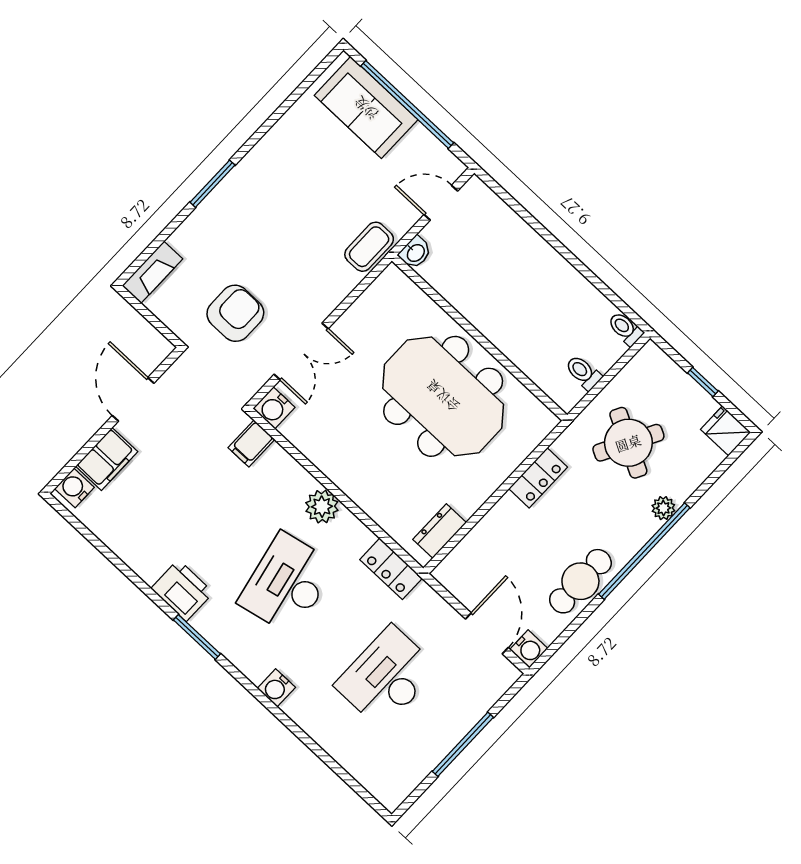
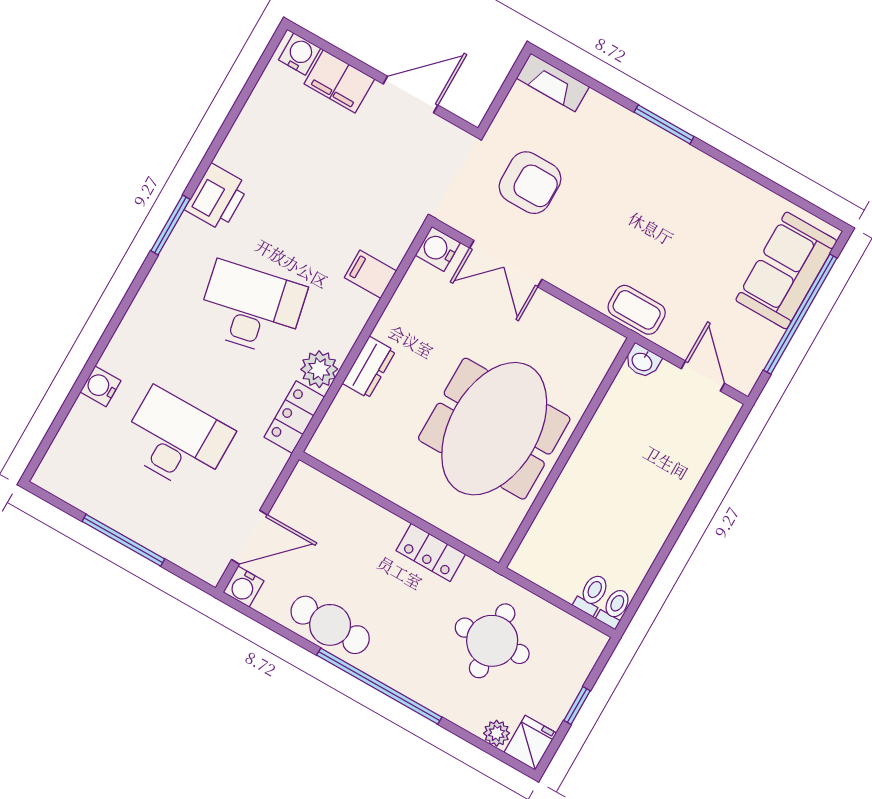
toilet: (583, 373) -> (592, 594), moved
filing cabinet: (251, 443) -> (370, 274), moved
round table: (628, 443) -> (492, 641), turned -32
plant: (322, 507) -> (319, 369), moved
plant: (663, 508) -> (497, 733), moved
dresser: (440, 531) -> (369, 367), moved, turned 90
water cooler: (276, 688) -> (100, 386), moved

